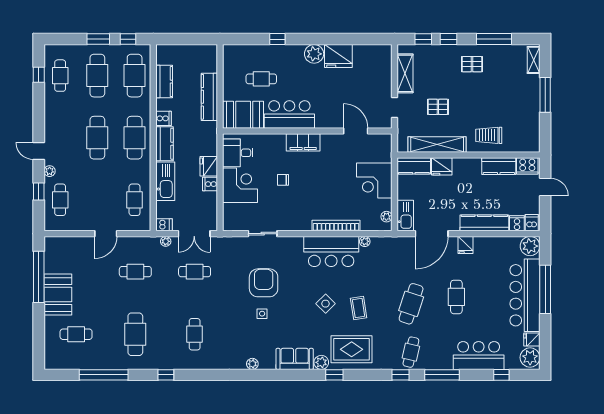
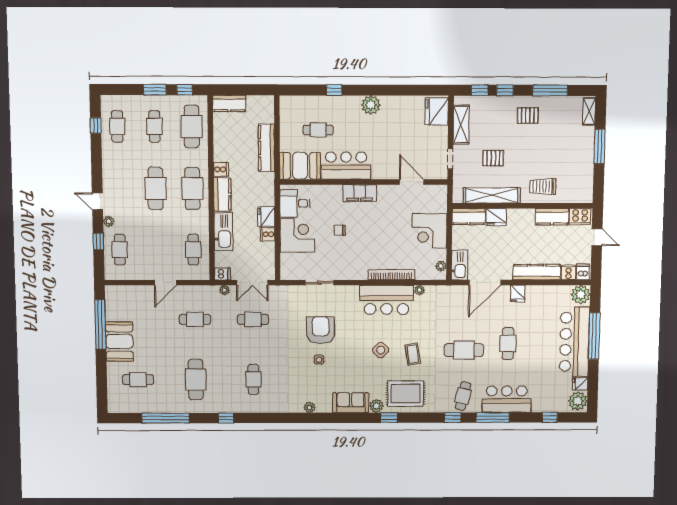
fridge: (338, 56) -> (437, 111), moved, turned 90
cafe table: (97, 76) -> (154, 126), width x0.73, depth x0.74
kitchen counter: (164, 82) -> (229, 103), moved, turned 90
cafe table: (411, 304) -> (464, 350), turned 72
bar counter: (479, 356) -> (507, 399), moved

